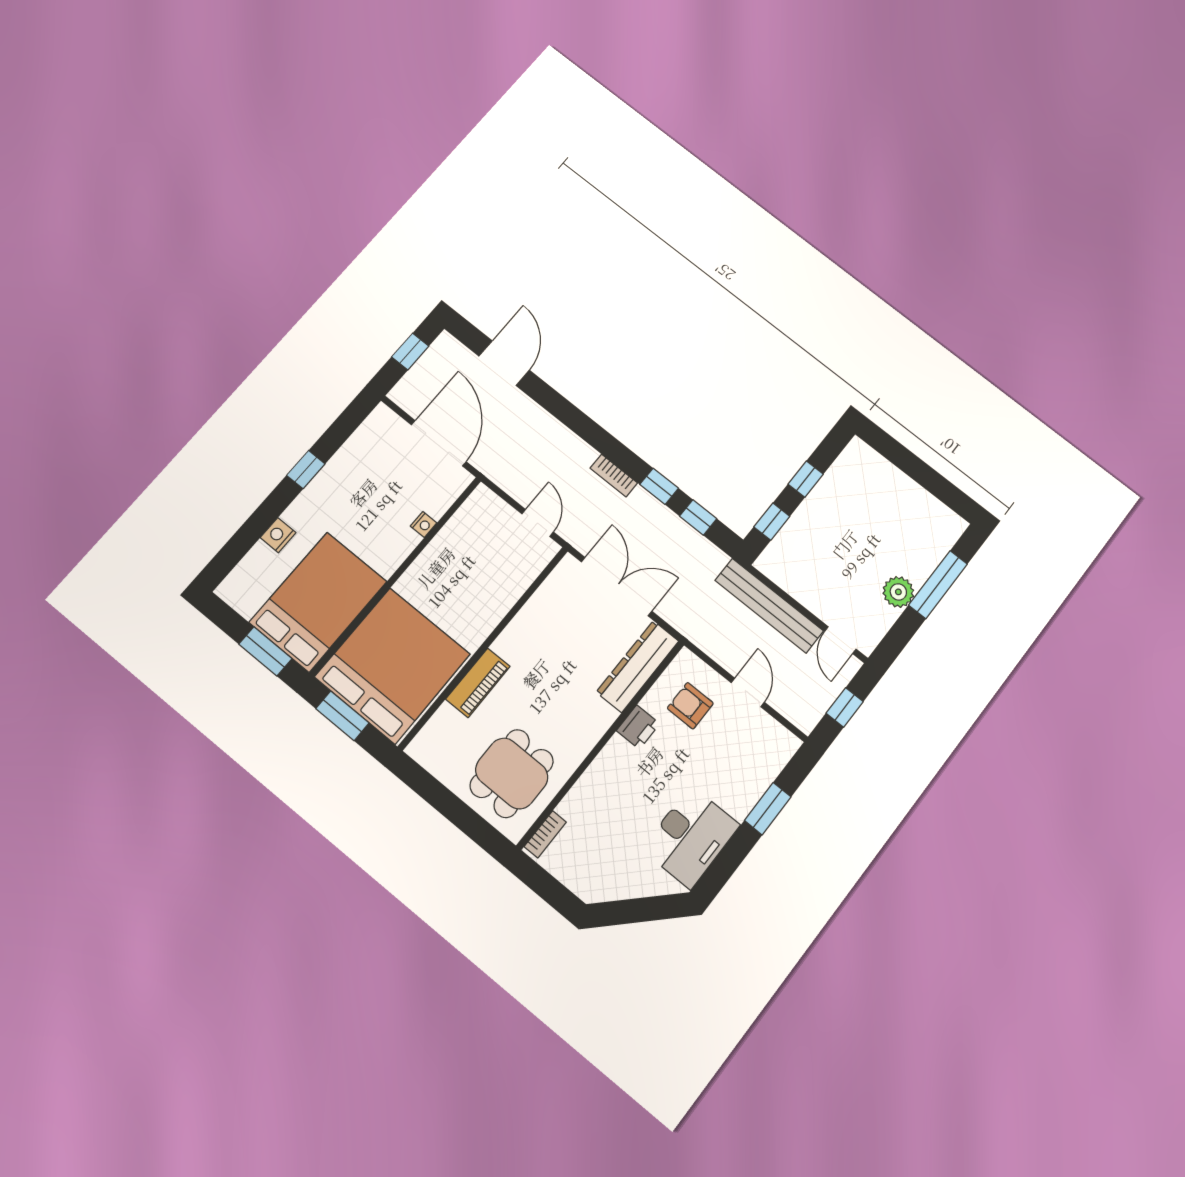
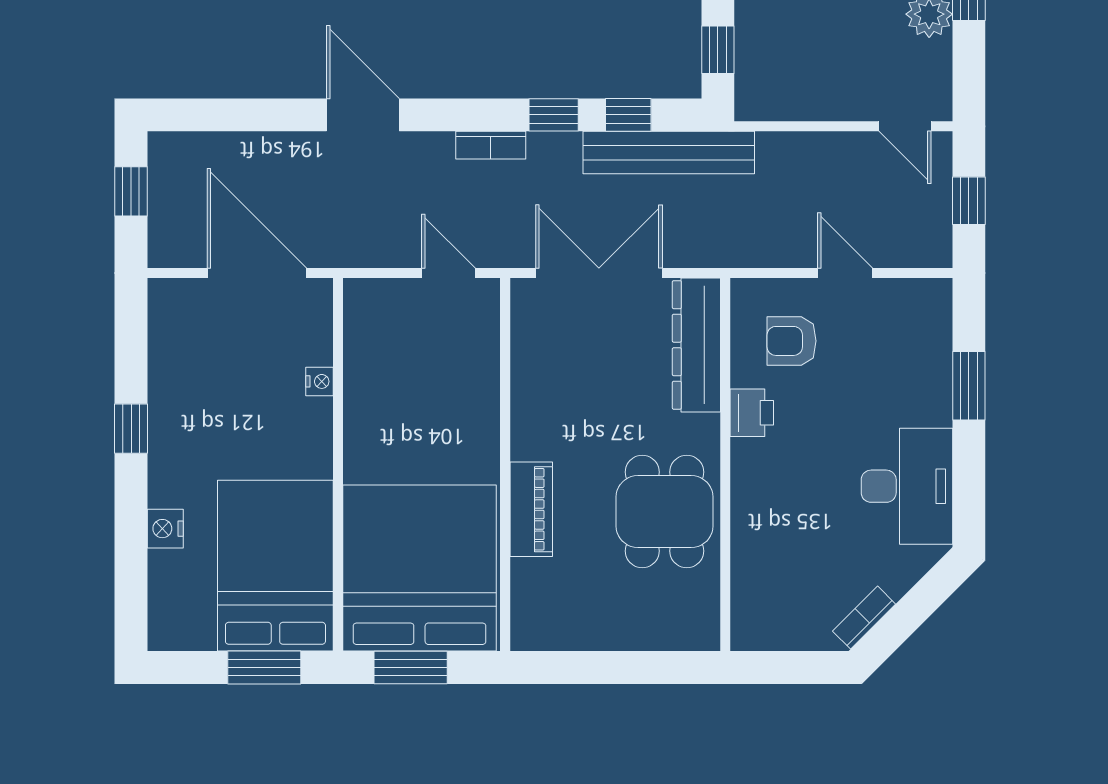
door: (504, 363) -> (363, 115), moved
bench: (769, 606) -> (669, 153), moved
dining table: (512, 773) -> (665, 512), moved
bookcase: (545, 834) -> (864, 618), moved, turned -135

